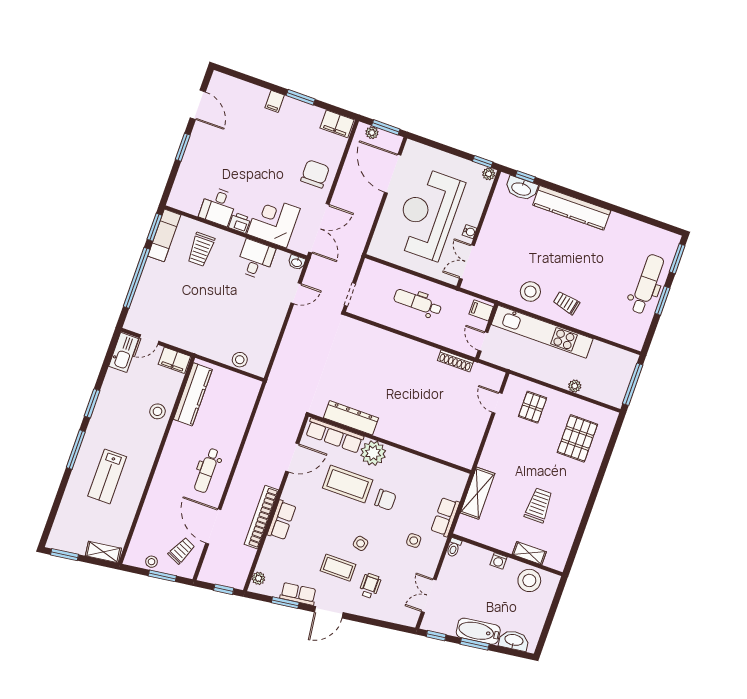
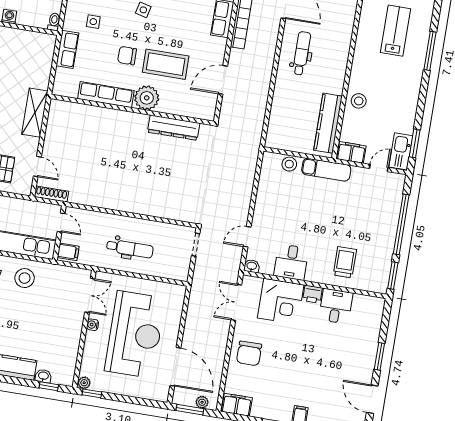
washbasin: (521, 189) -> (43, 376), width x0.52, depth x0.69
double door: (319, 228) -> (236, 302), width x0.73
exam couch: (164, 235) -> (326, 170), moved, turned -90
shoe rack: (455, 361) -> (51, 194), moved
window: (92, 403) -> (415, 143), moved
row of seats: (334, 436) -> (106, 95), moved
shelving: (478, 493) -> (35, 113), moved

